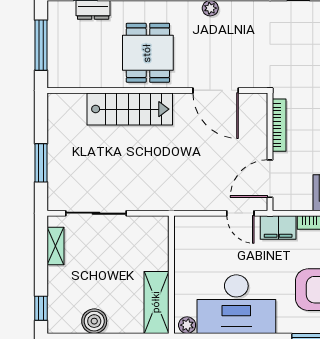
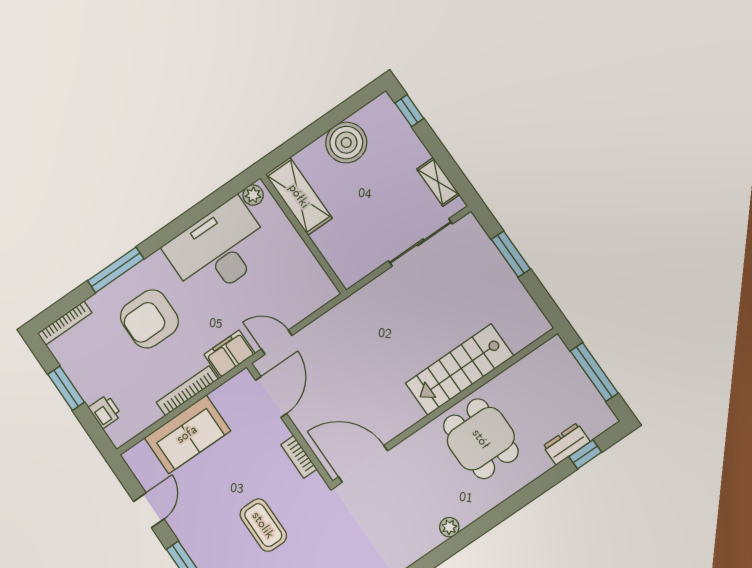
door: (216, 90) -> (363, 464), moved
bookcase: (279, 125) -> (299, 457), width x0.64
boiler: (94, 321) -> (346, 143), width x1.37, depth x1.37

